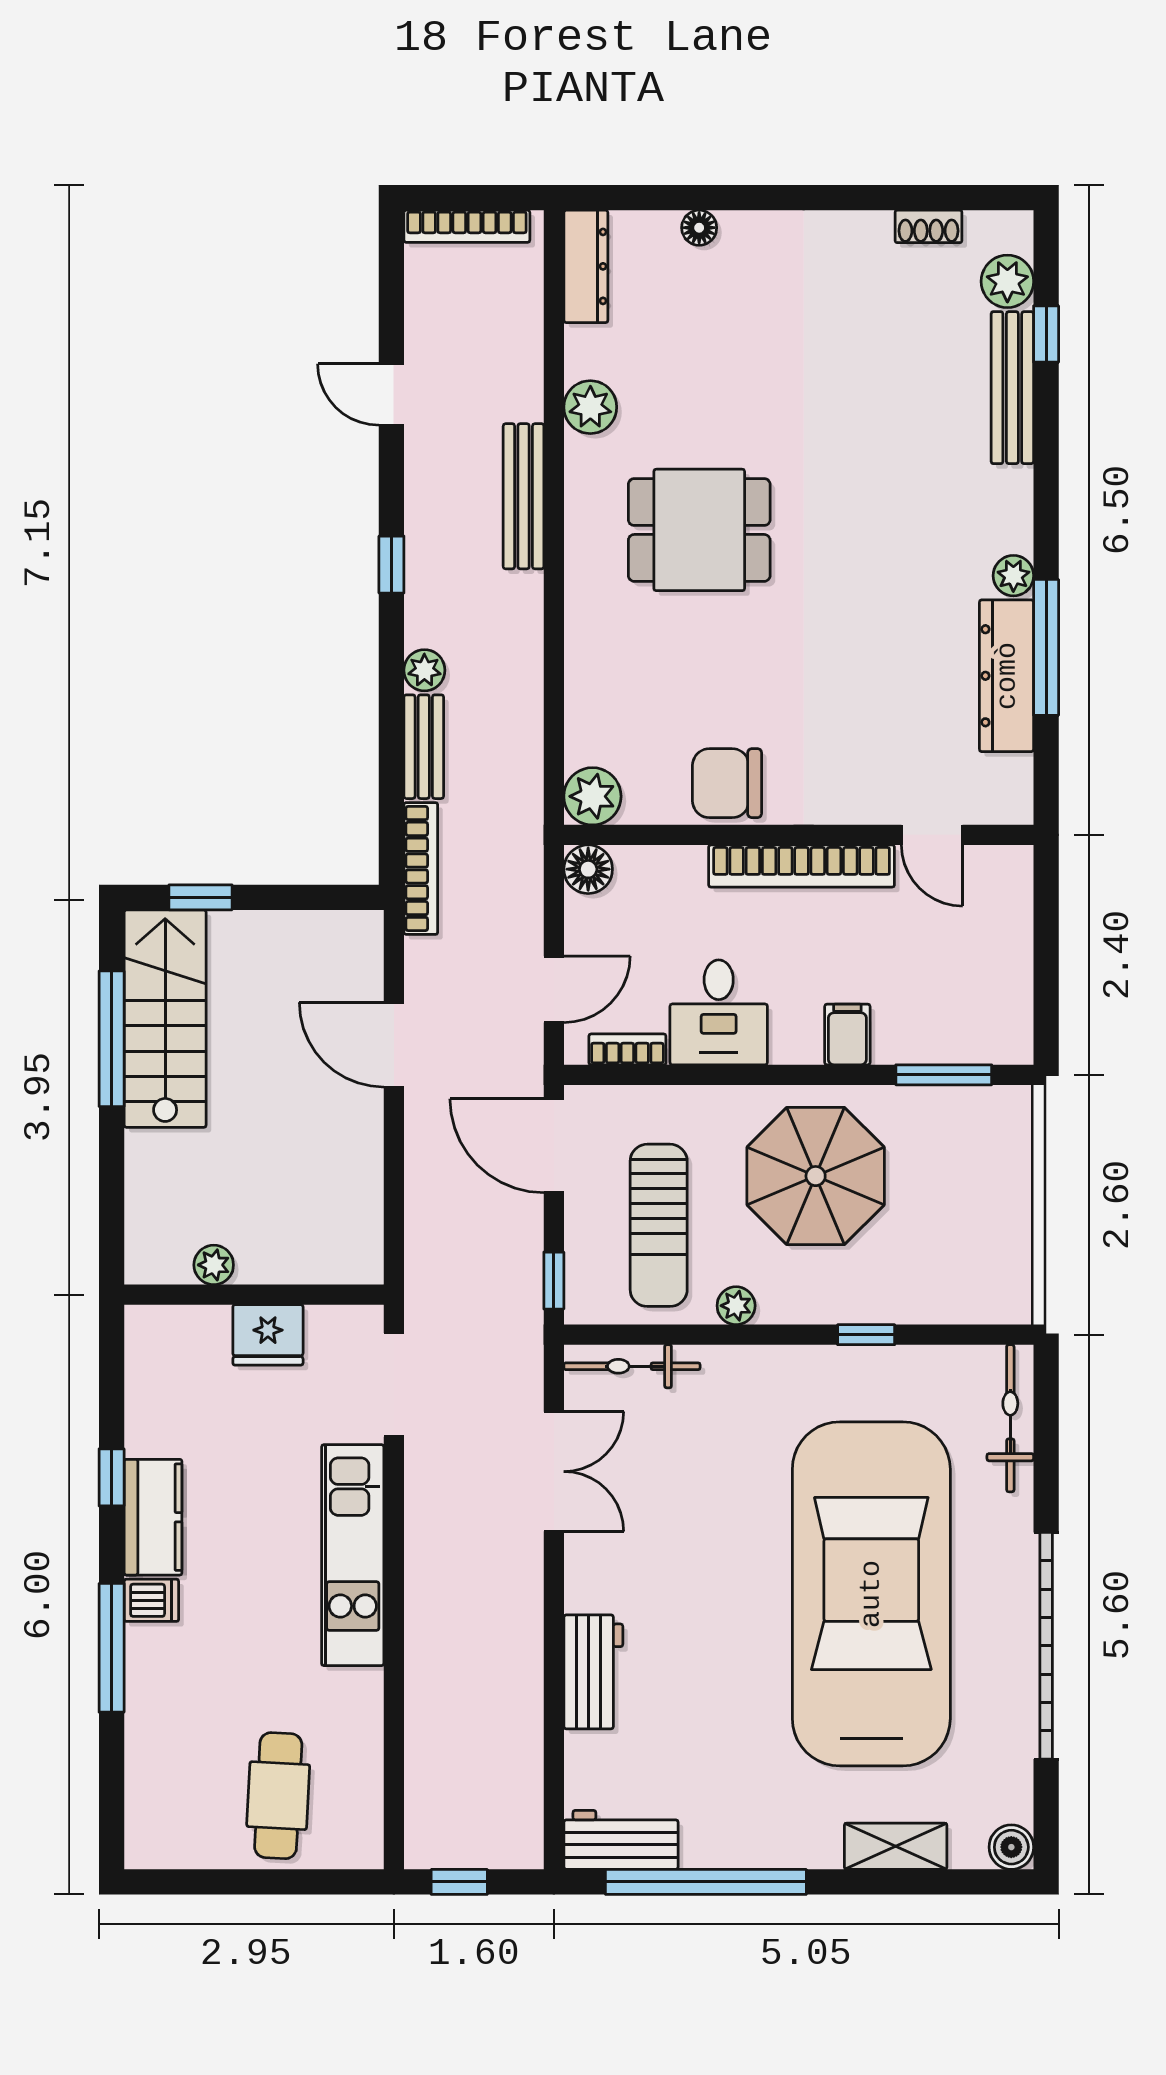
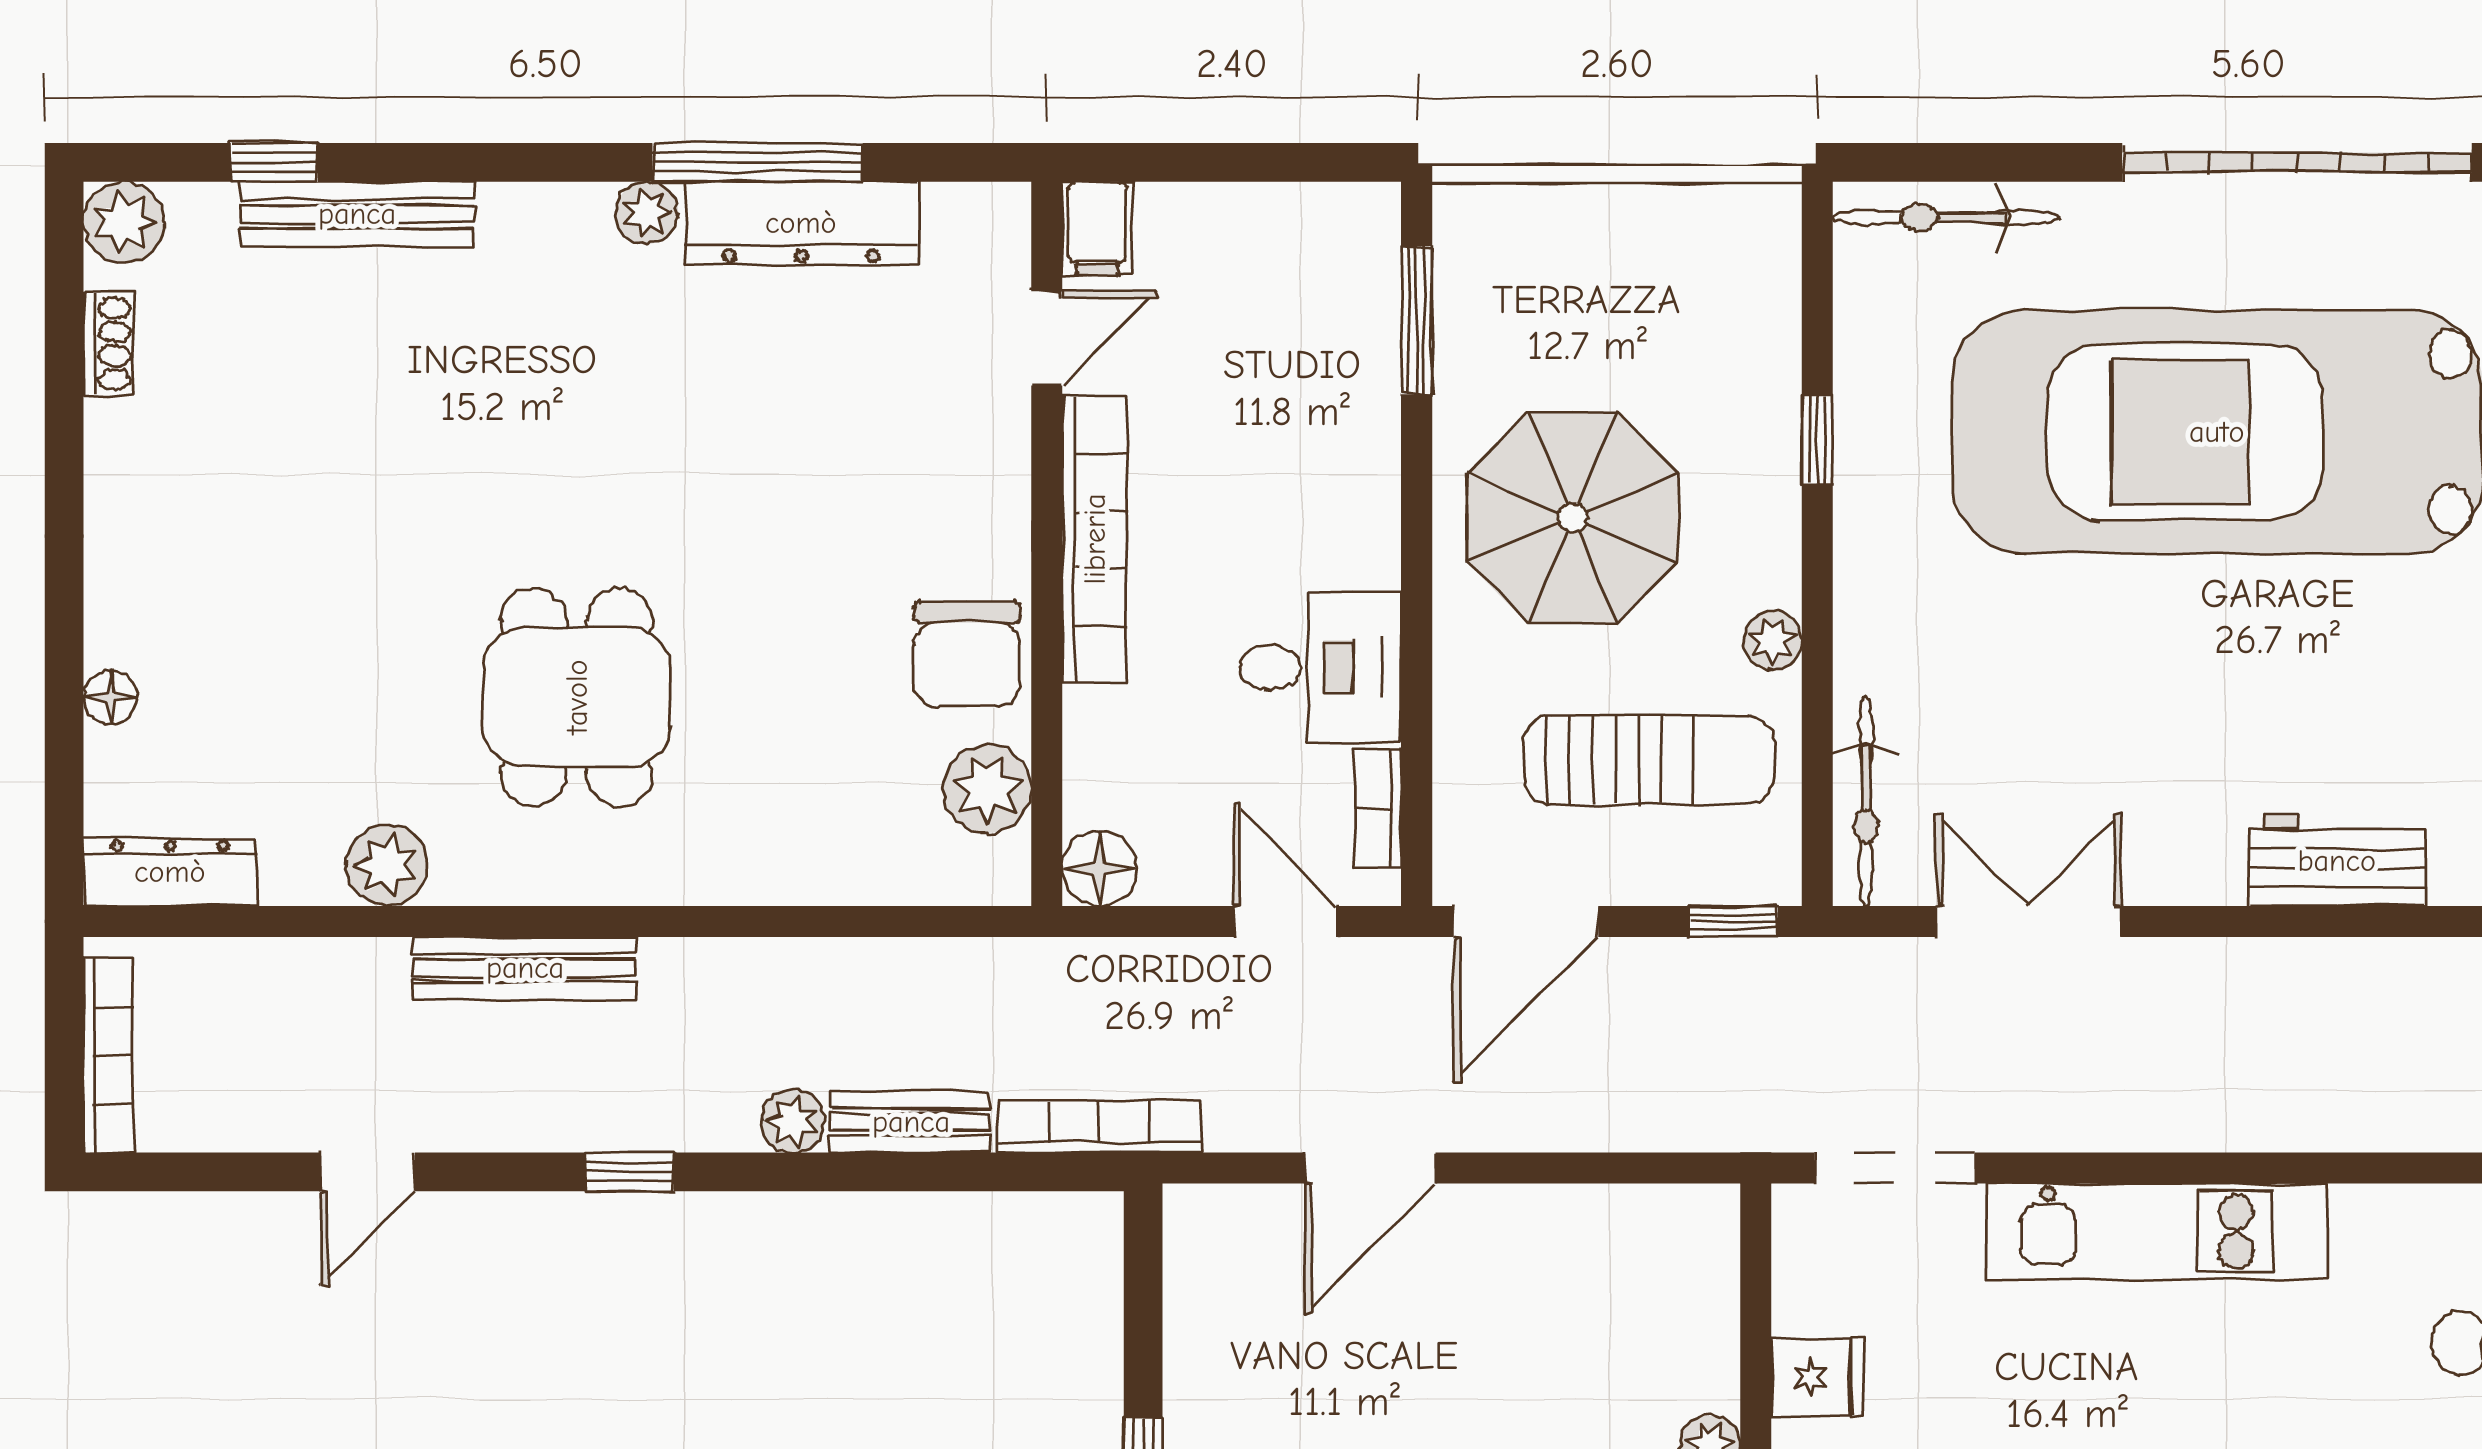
plant: (1007, 281) -> (124, 222), moved
plant: (592, 796) -> (987, 789), moved
filing cabinet: (847, 1034) -> (1097, 228), moved, turned -90
fridge: (268, 1335) -> (1818, 1377), width x0.72

